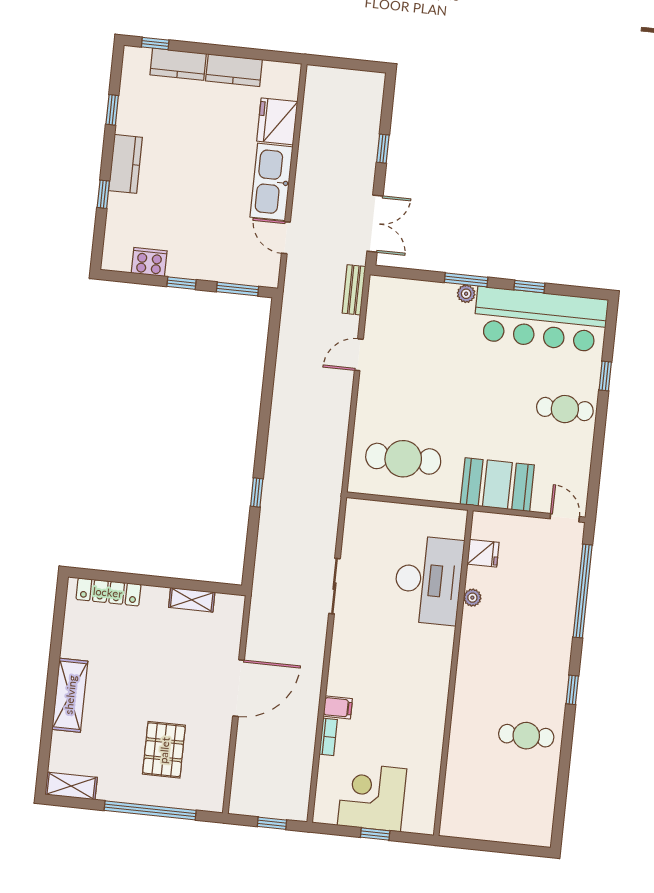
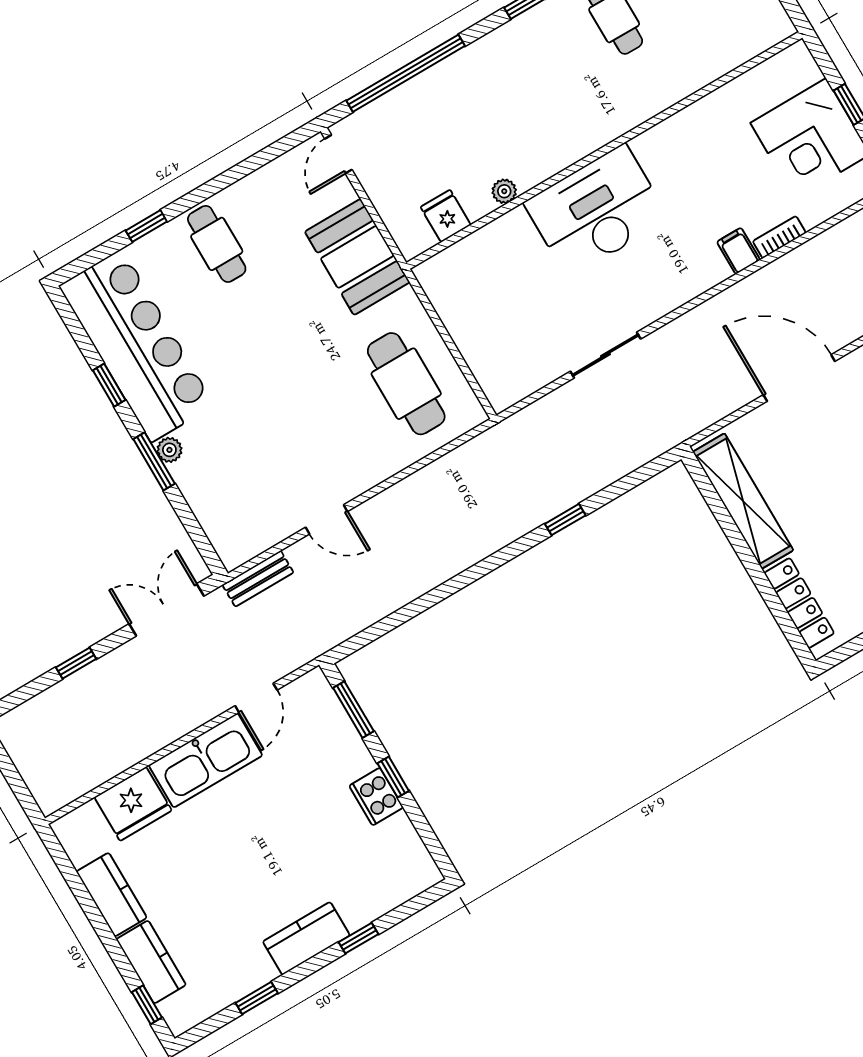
cooker: (149, 262) -> (376, 797), moved
desk: (428, 580) -> (596, 211), moved
shelving: (192, 600) -> (743, 501), width x2.20, depth x1.33

